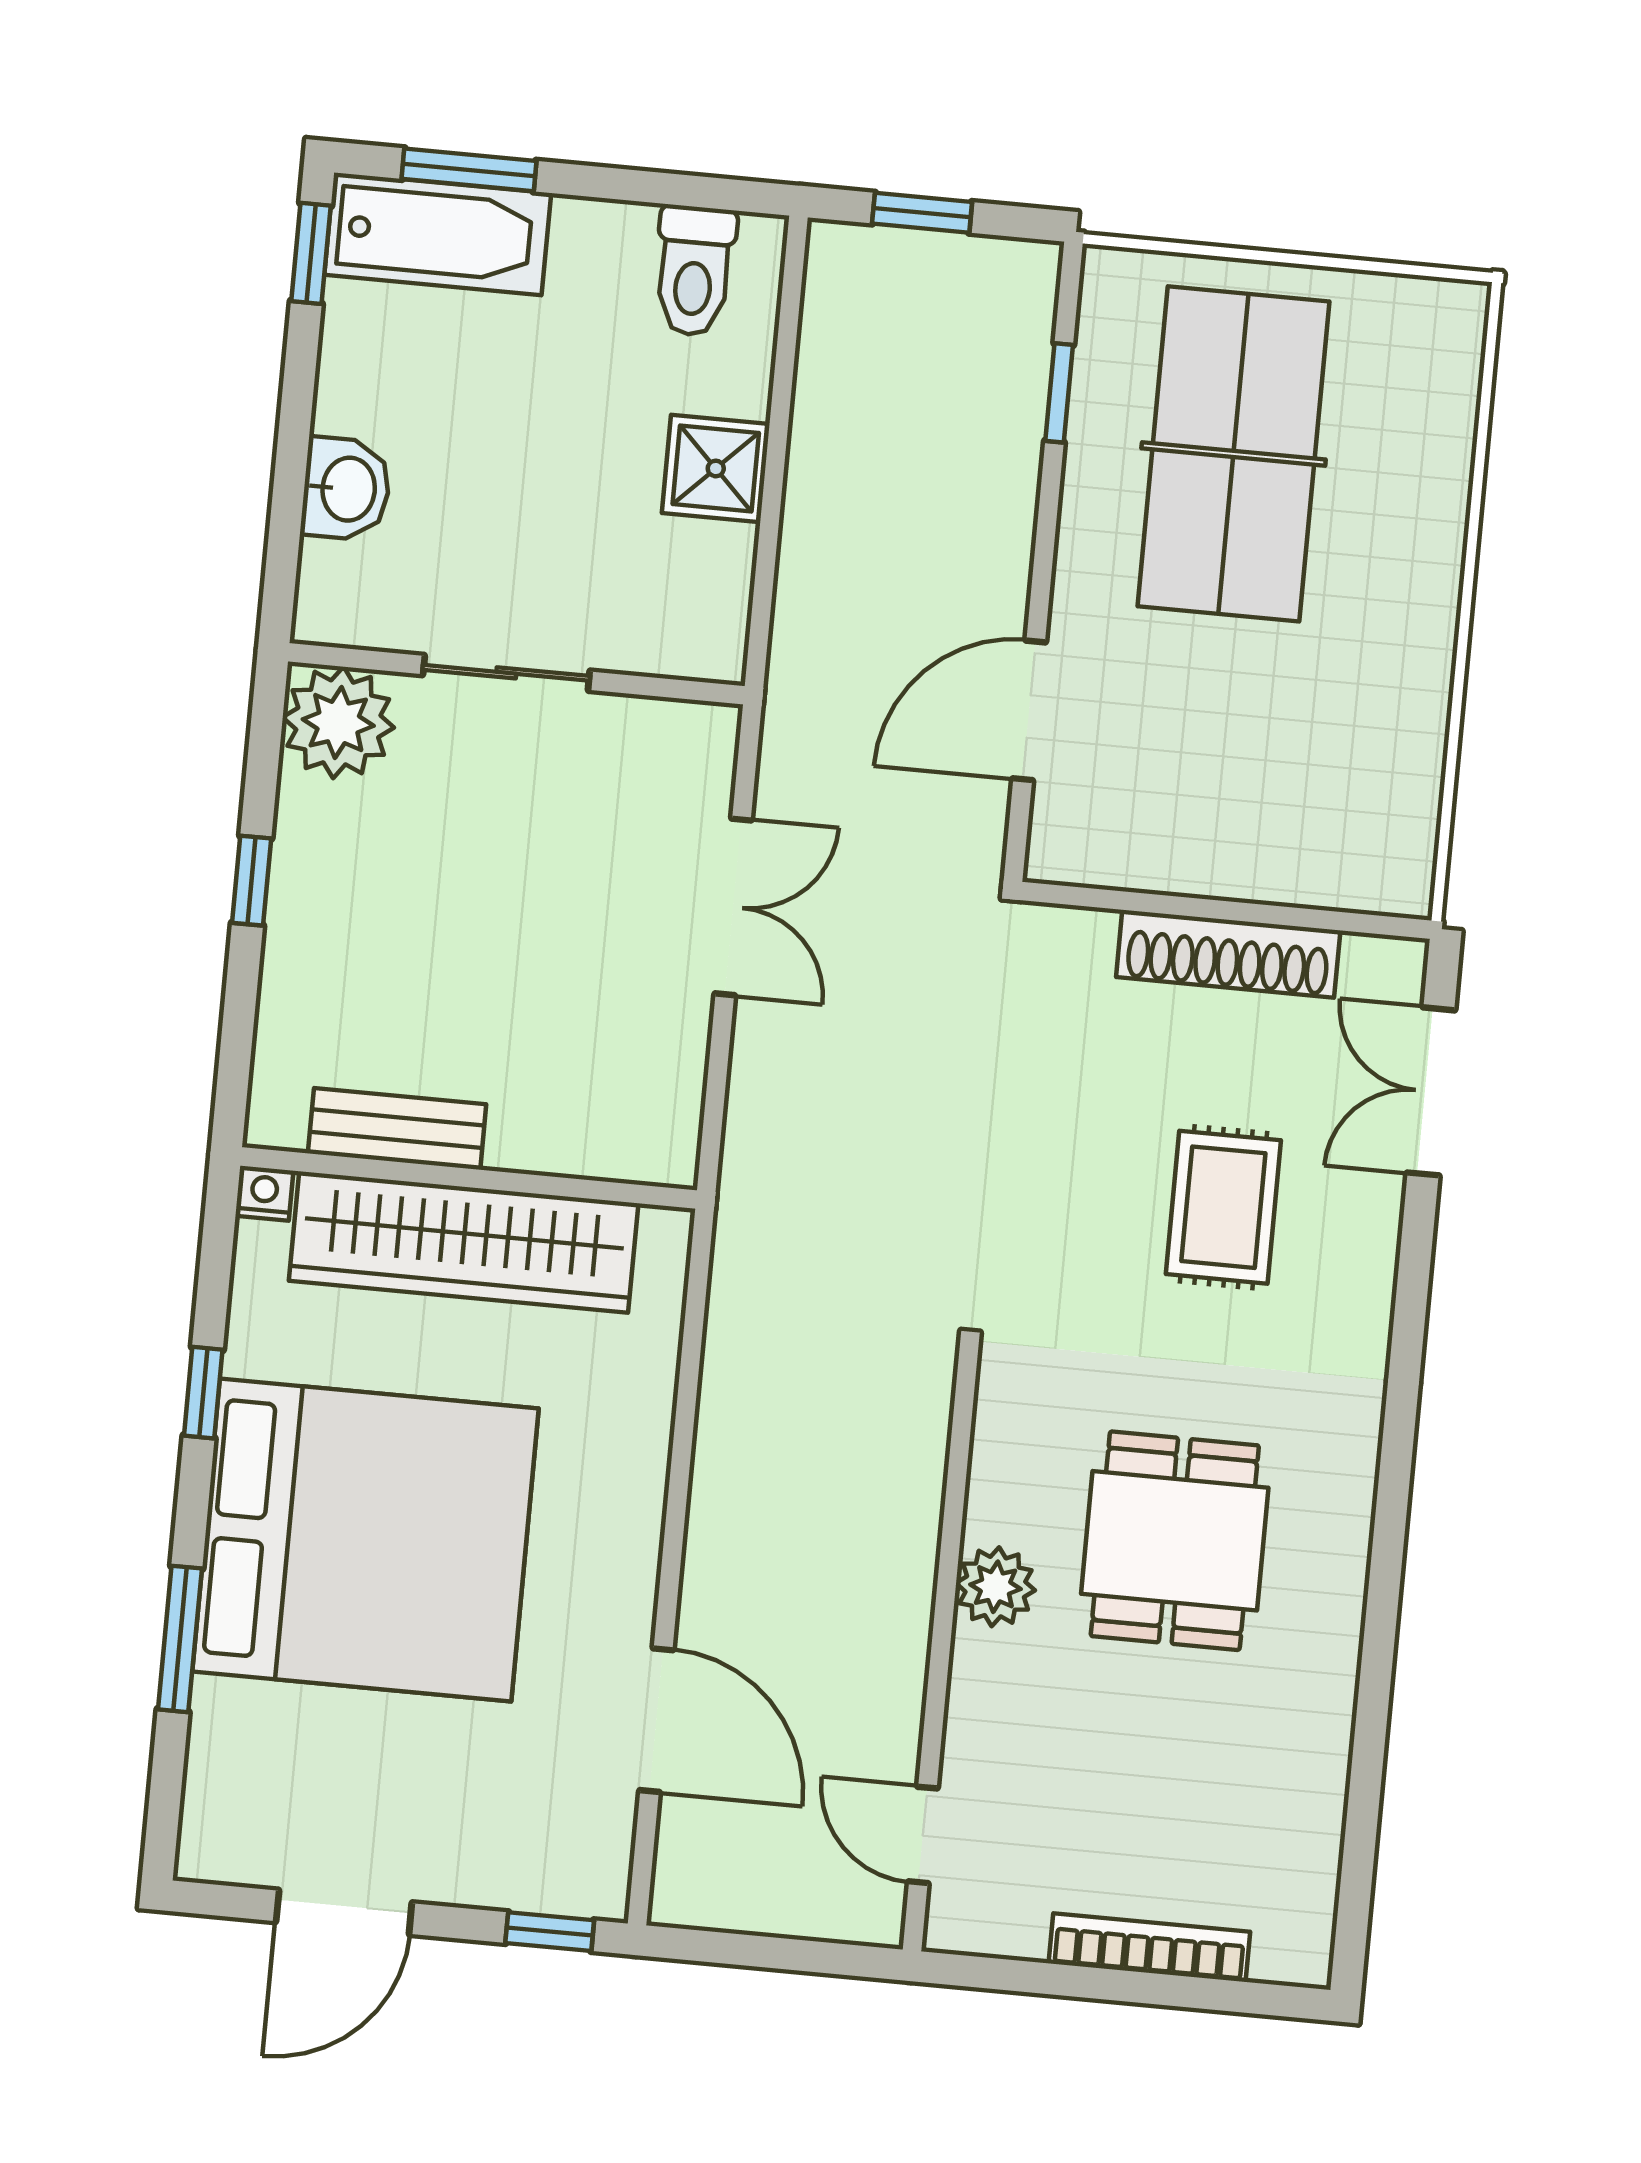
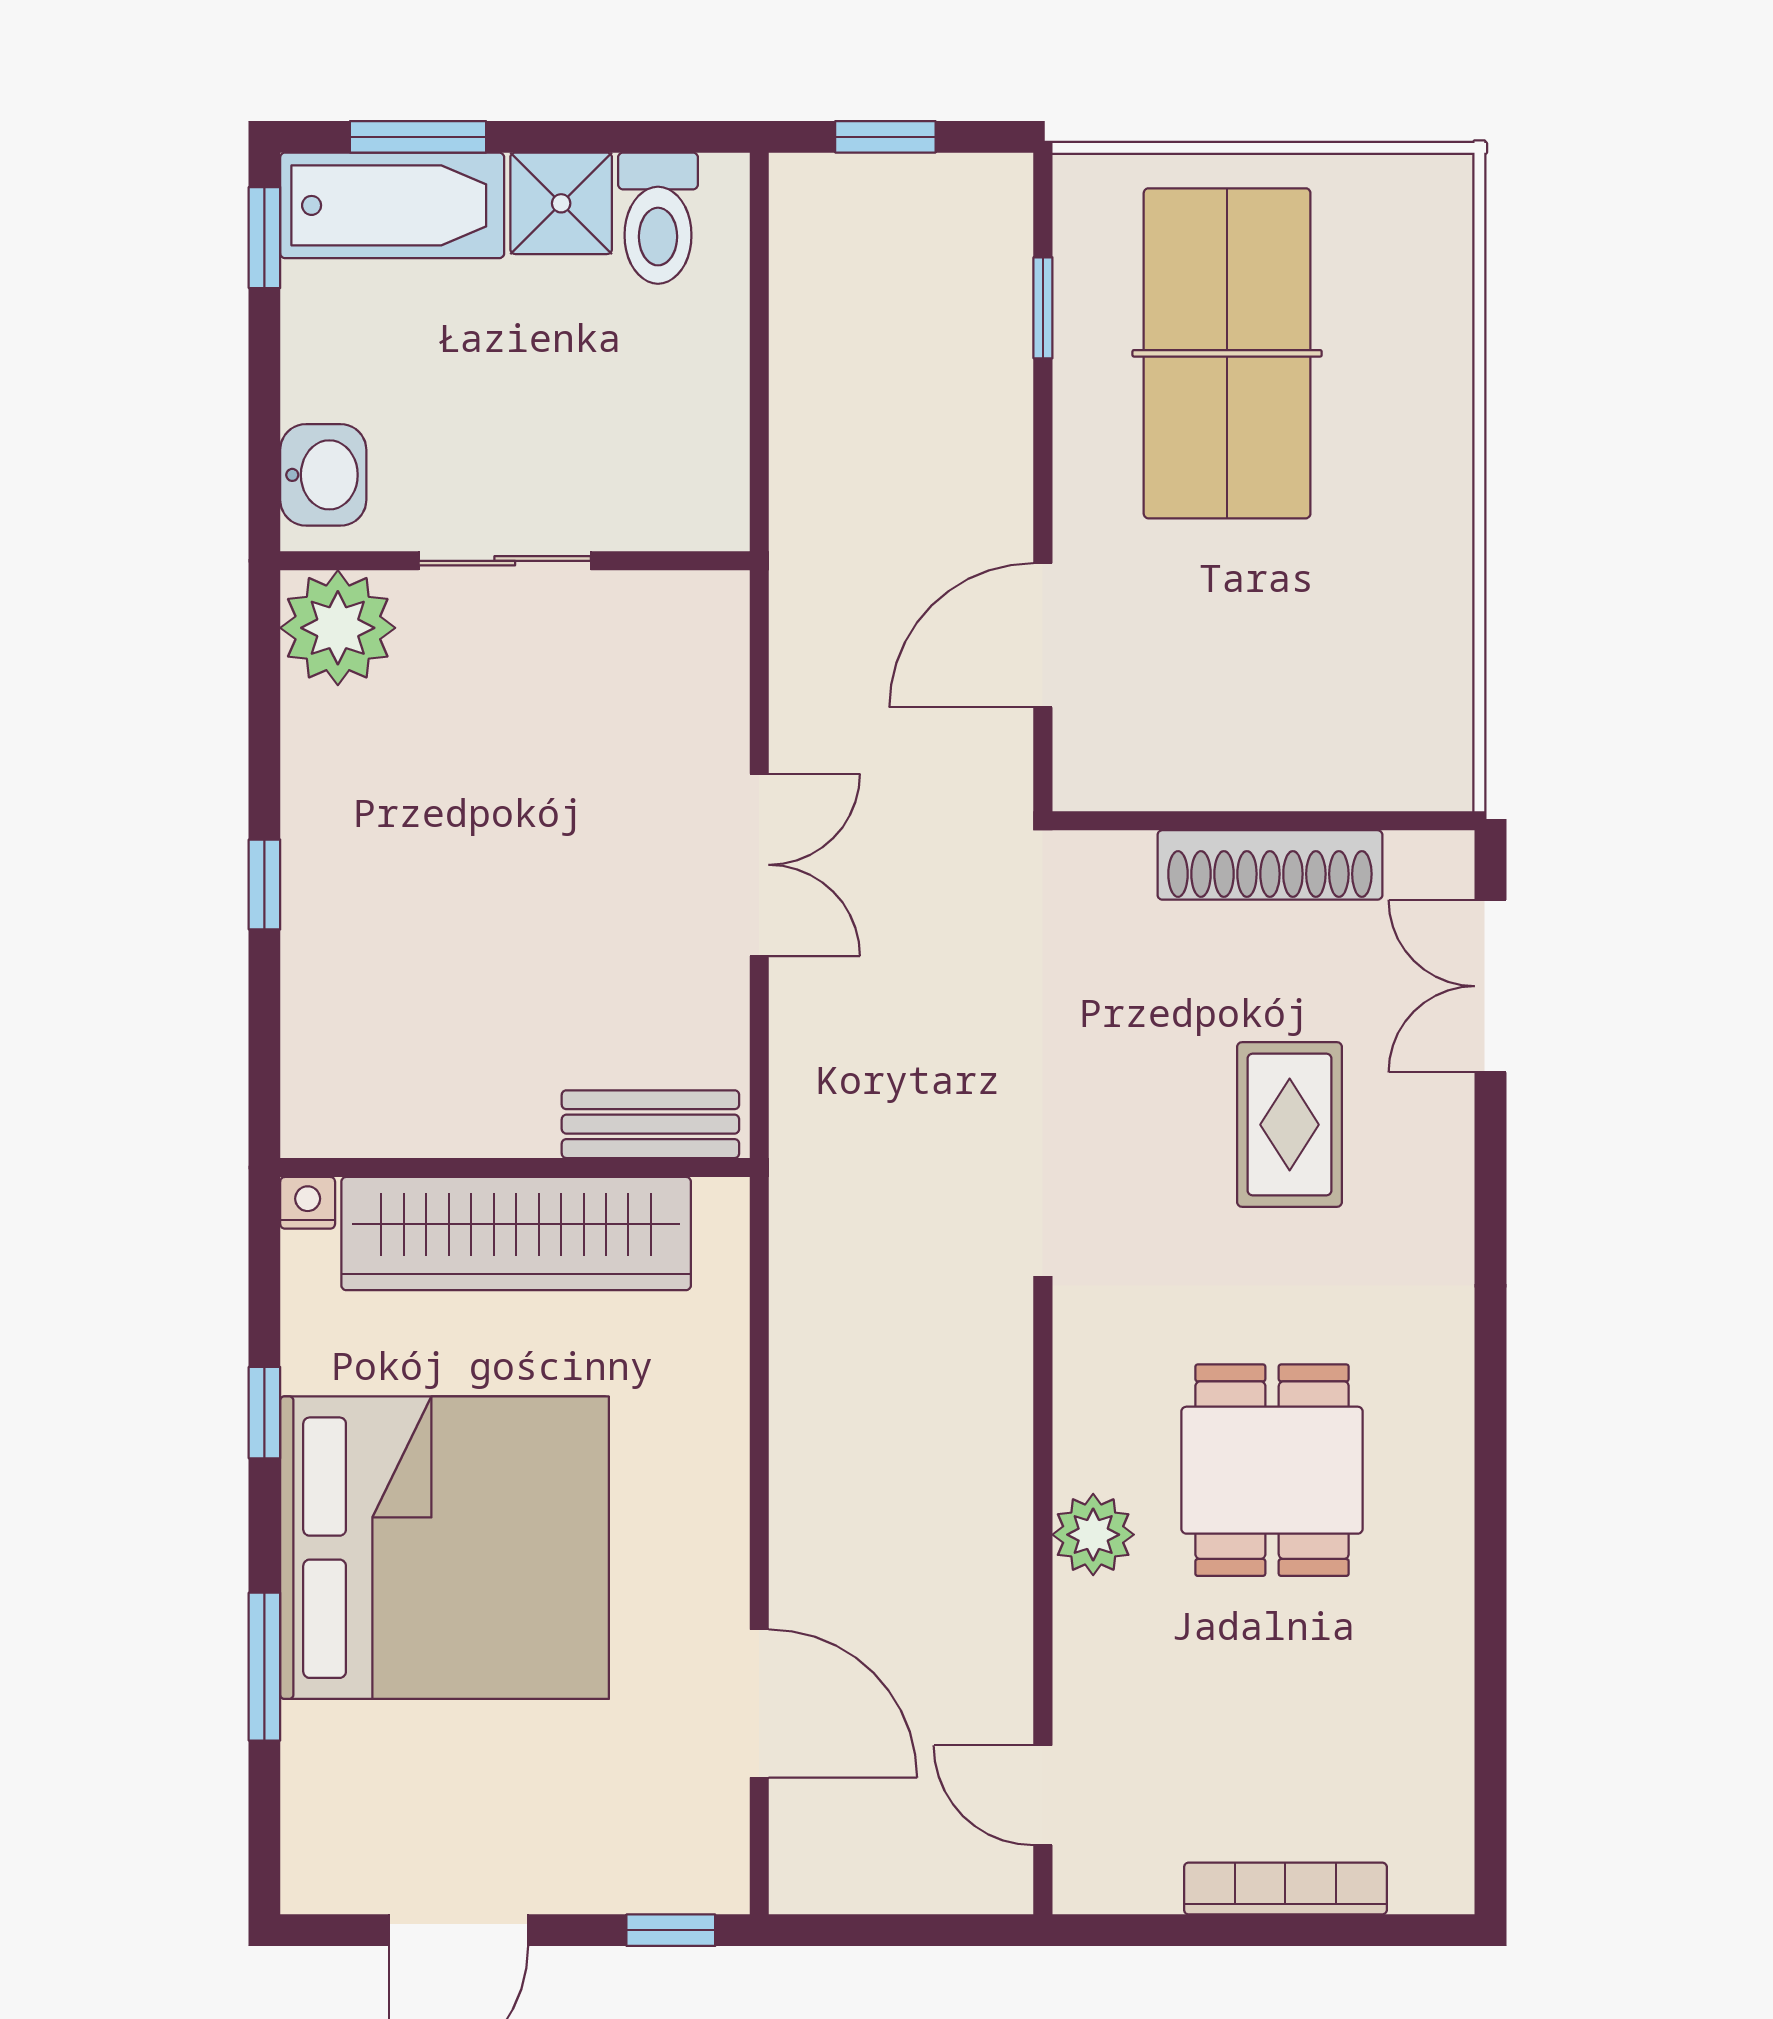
shower: (716, 468) -> (561, 203), moved
sliding door: (506, 673) -> (505, 561), moved
wall: (516, 674) -> (515, 561), moved
plant: (338, 722) -> (338, 628), moved
bench: (397, 1129) -> (650, 1124), moved

